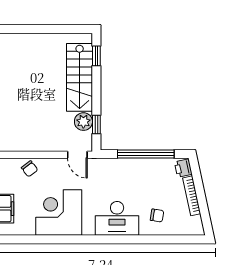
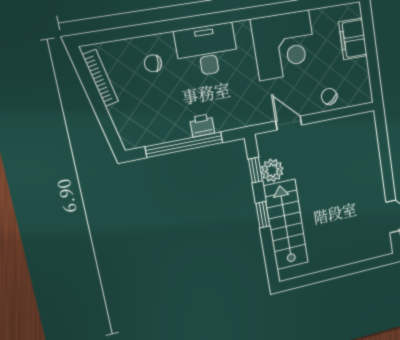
window: (96, 56) -> (263, 215), moved
door: (77, 155) -> (289, 123), moved
printer: (183, 168) -> (202, 125), moved, turned -78
bookcase: (192, 196) -> (100, 78), moved

